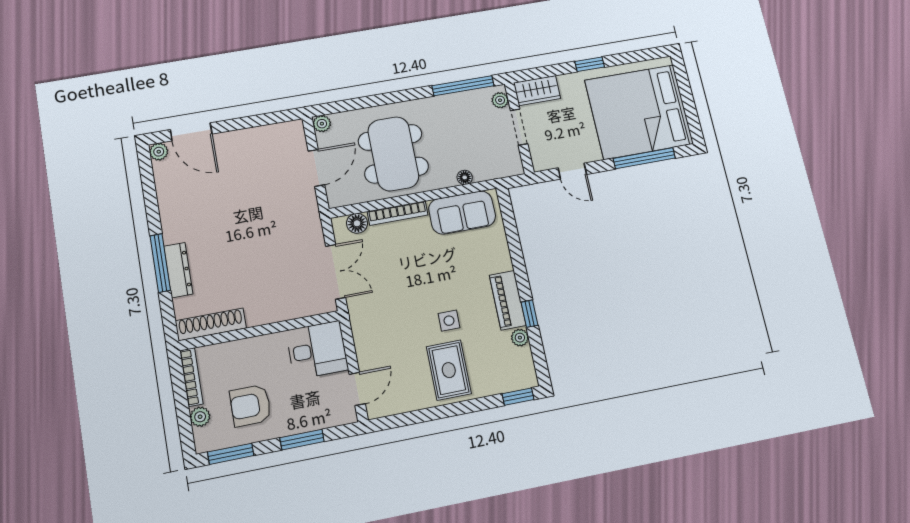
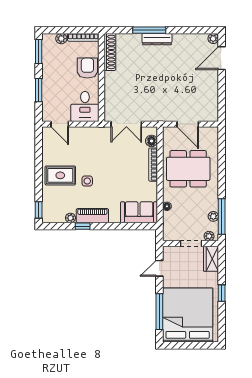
plant: (322, 124) -> (213, 216), moved
sofa: (462, 213) -> (139, 212), moved, turned 90
dresser: (178, 270) -> (157, 39), moved
armchair: (250, 406) -> (87, 68), moved

